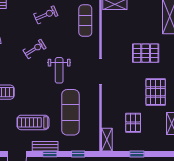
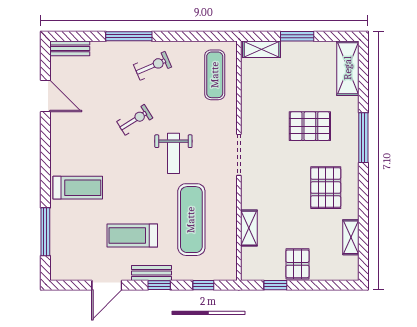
pallet: (133, 123) -> (297, 264), moved
shelving: (107, 140) -> (249, 228), moved
window: (137, 154) -> (275, 285), moved

